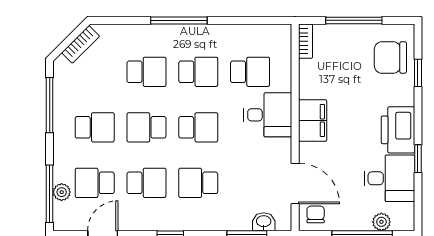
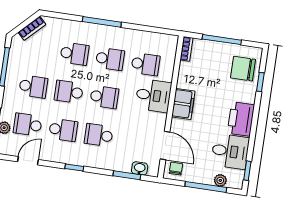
window: (418, 159) -> (247, 171), moved

